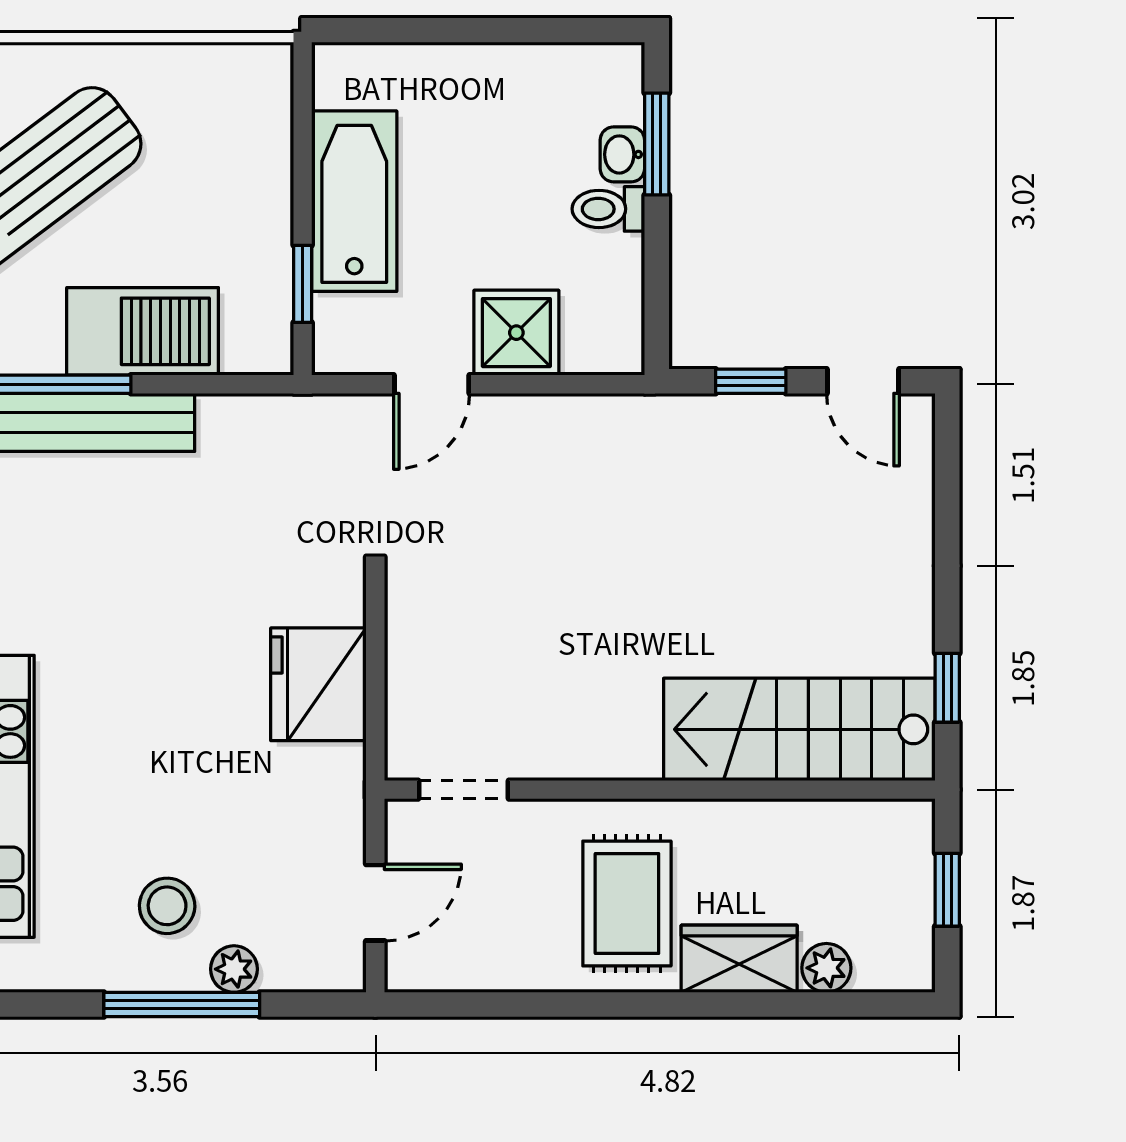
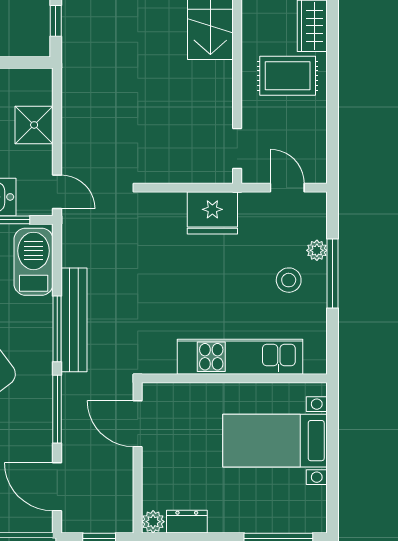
barbecue: (143, 331) -> (34, 262), moved
door: (432, 384) -> (57, 192), moved
fridge: (318, 684) -> (212, 213), moved

